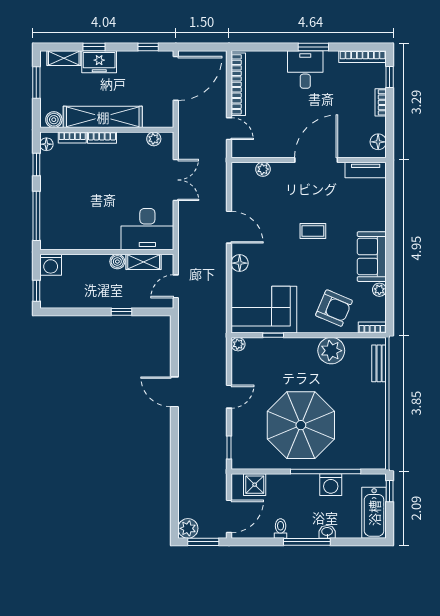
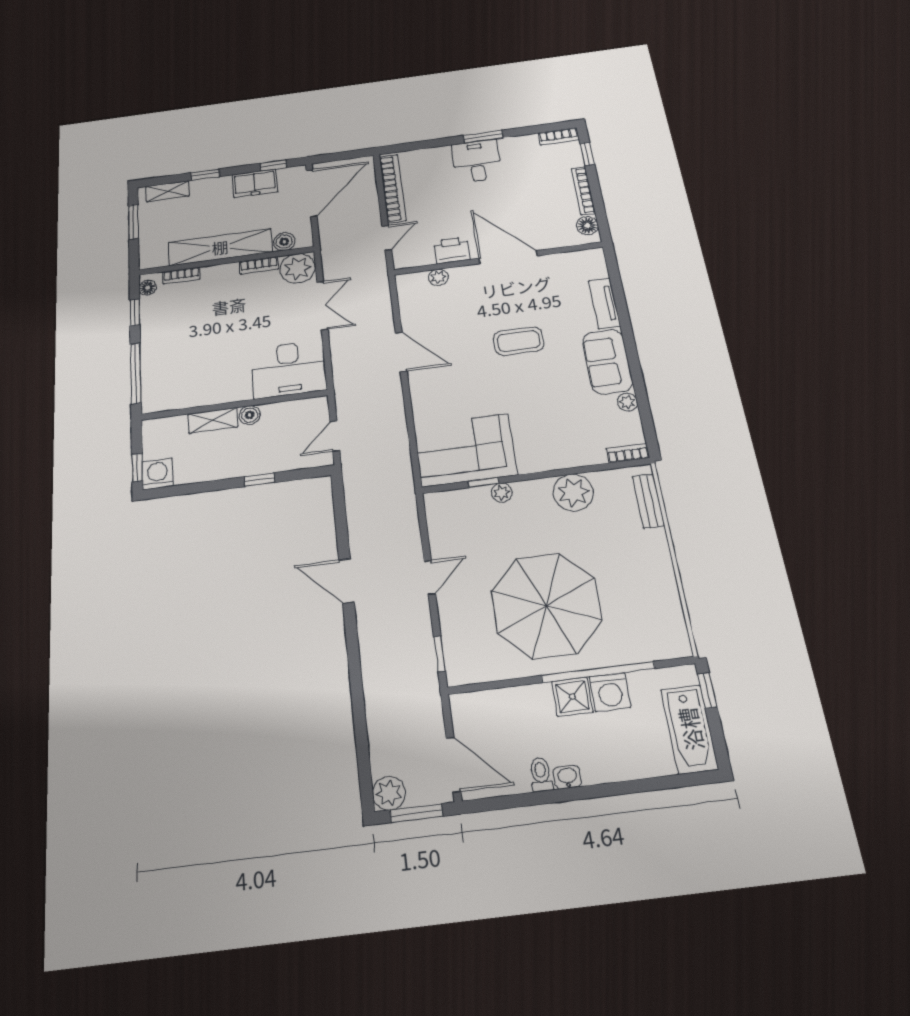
bookcase: (363, 57) -> (559, 136), width x0.64
freezer: (99, 62) -> (255, 183), moved
bookcase: (381, 102) -> (583, 191), width x1.56
boiler: (54, 120) -> (284, 242), moved
door: (229, 129) -> (387, 238), hinge flipped
bookcase: (102, 138) -> (259, 265), moved
plant: (154, 139) -> (297, 268), width x1.88, depth x1.88
printer: (276, 147) -> (452, 250), added
door: (316, 160) -> (508, 257), hinge flipped
tv unit: (366, 170) -> (604, 303), moved, turned 90
coffee table: (313, 231) -> (519, 341), width x1.36, depth x1.30
shelving: (144, 262) -> (213, 420), moved
floor lamp: (240, 263) -> (422, 394), removed
washing machine: (51, 265) -> (157, 474), moved, turned 180
armchair: (334, 308) -> (566, 435), removed
plant: (238, 344) -> (502, 493), moved
shower: (255, 485) -> (572, 697), moved
door: (229, 516) -> (453, 764), hinge flipped
washbasin: (327, 532) -> (567, 777), moved
window: (307, 542) -> (588, 792), removed

